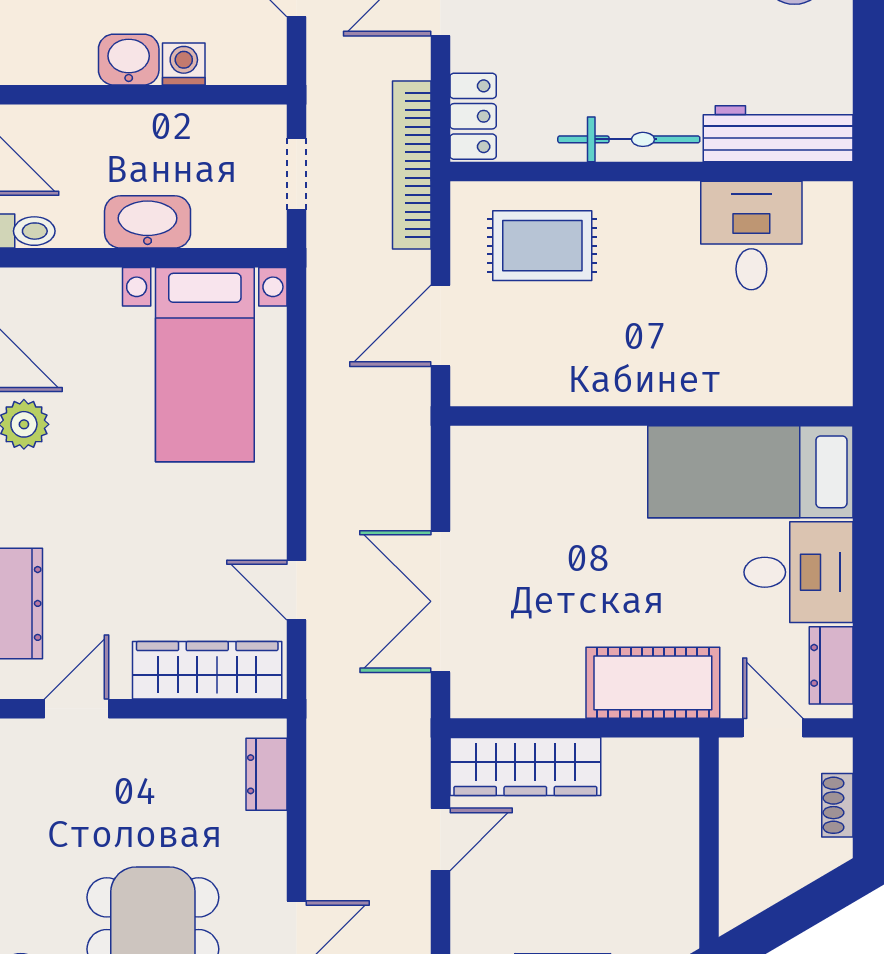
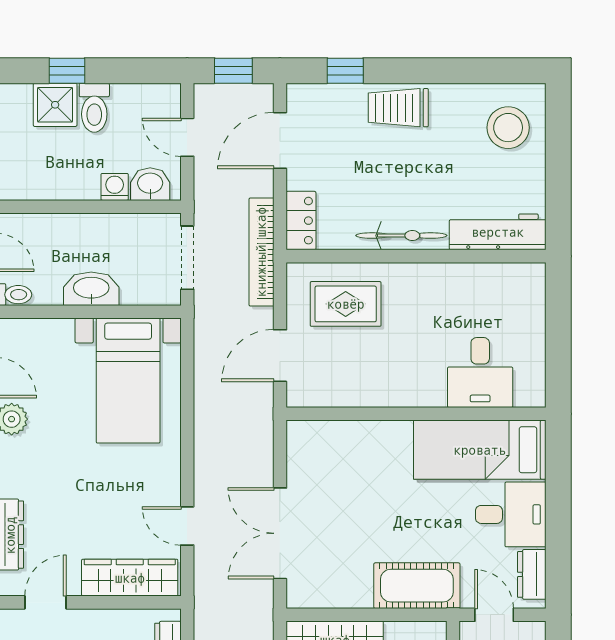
washbasin: (129, 60) -> (150, 184), moved
doorway: (297, 174) -> (187, 258), width x1.37
desk: (751, 235) -> (480, 373), moved, turned 180

